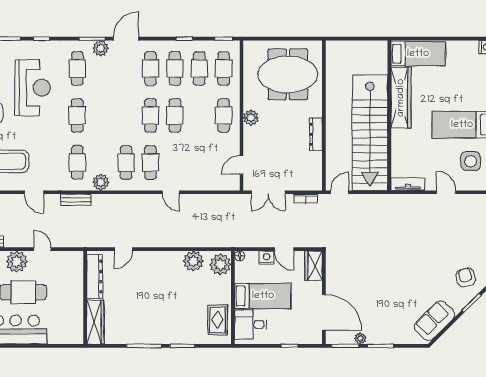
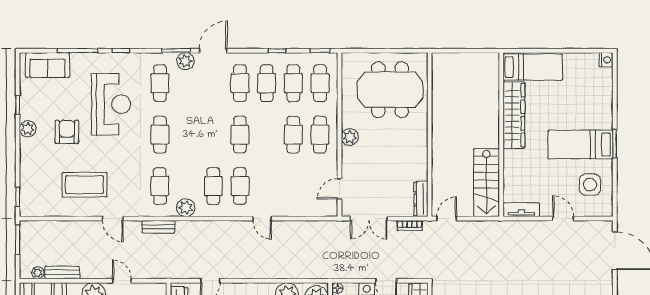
cafe table: (175, 115) -> (293, 135), moved
stairs: (370, 133) -> (486, 183), width x0.54, depth x0.66
dresser: (316, 134) -> (421, 199), moved

